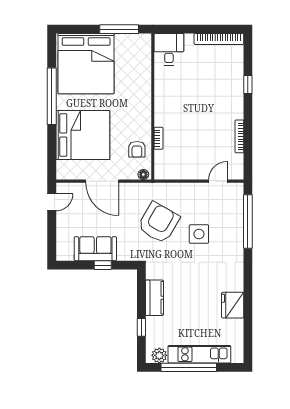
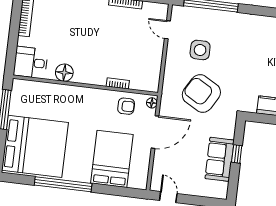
floor lamp: (163, 84) -> (64, 73), added
bed: (83, 135) -> (112, 159), width x0.73
door: (102, 181) -> (155, 132), moved
side table: (199, 234) -> (200, 50), moved

